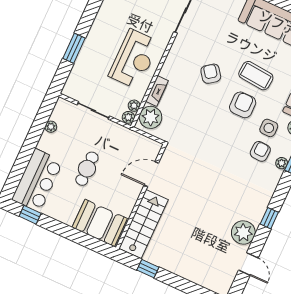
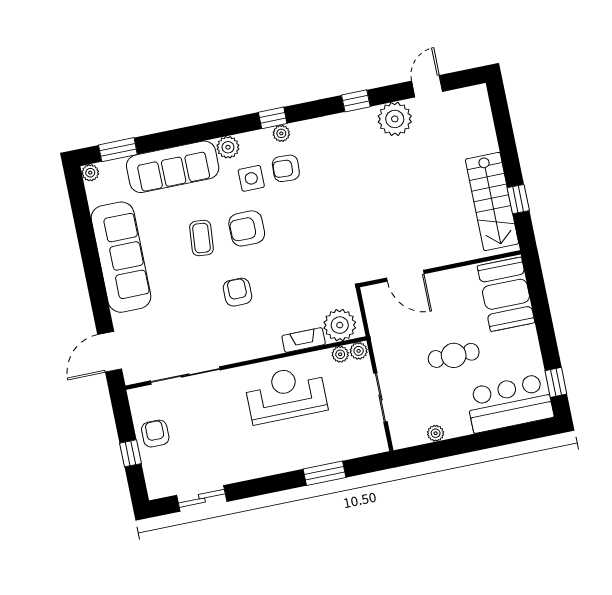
armchair: (211, 74) -> (238, 292), turned 127
coffee table: (256, 76) -> (201, 238), width x0.73, depth x0.77
stairs: (144, 224) -> (492, 202), moved, turned -90

